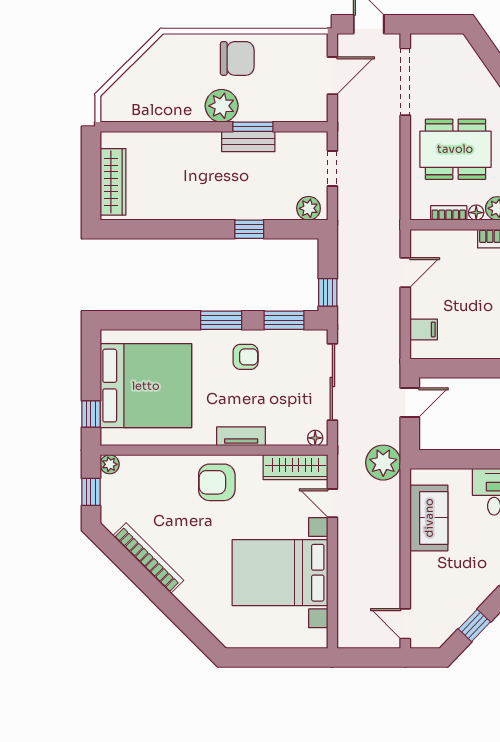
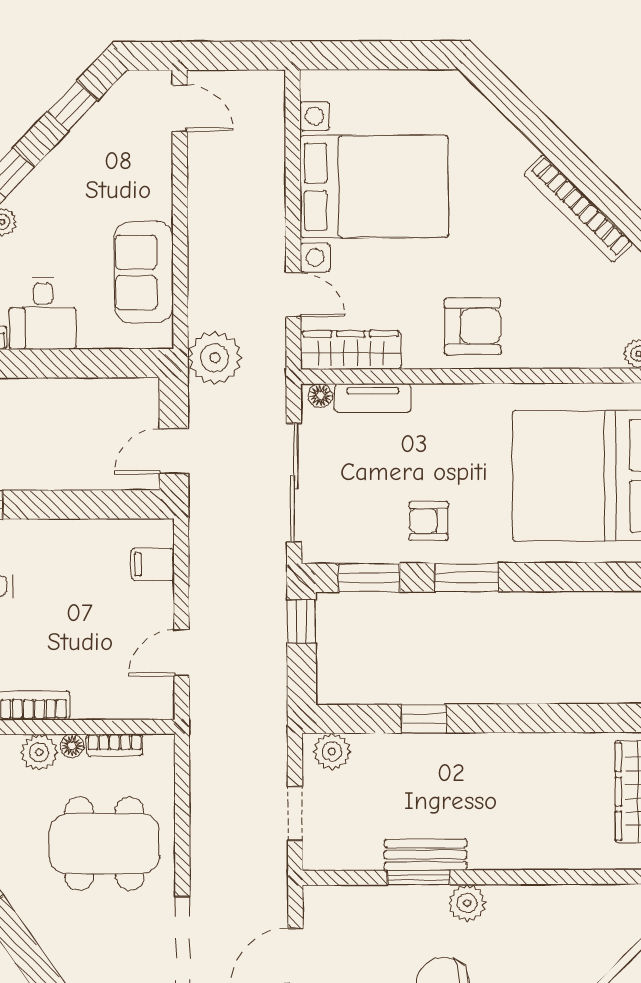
plant: (222, 106) -> (467, 903), width x0.73, depth x0.73
tv unit: (241, 436) -> (373, 398), moved

